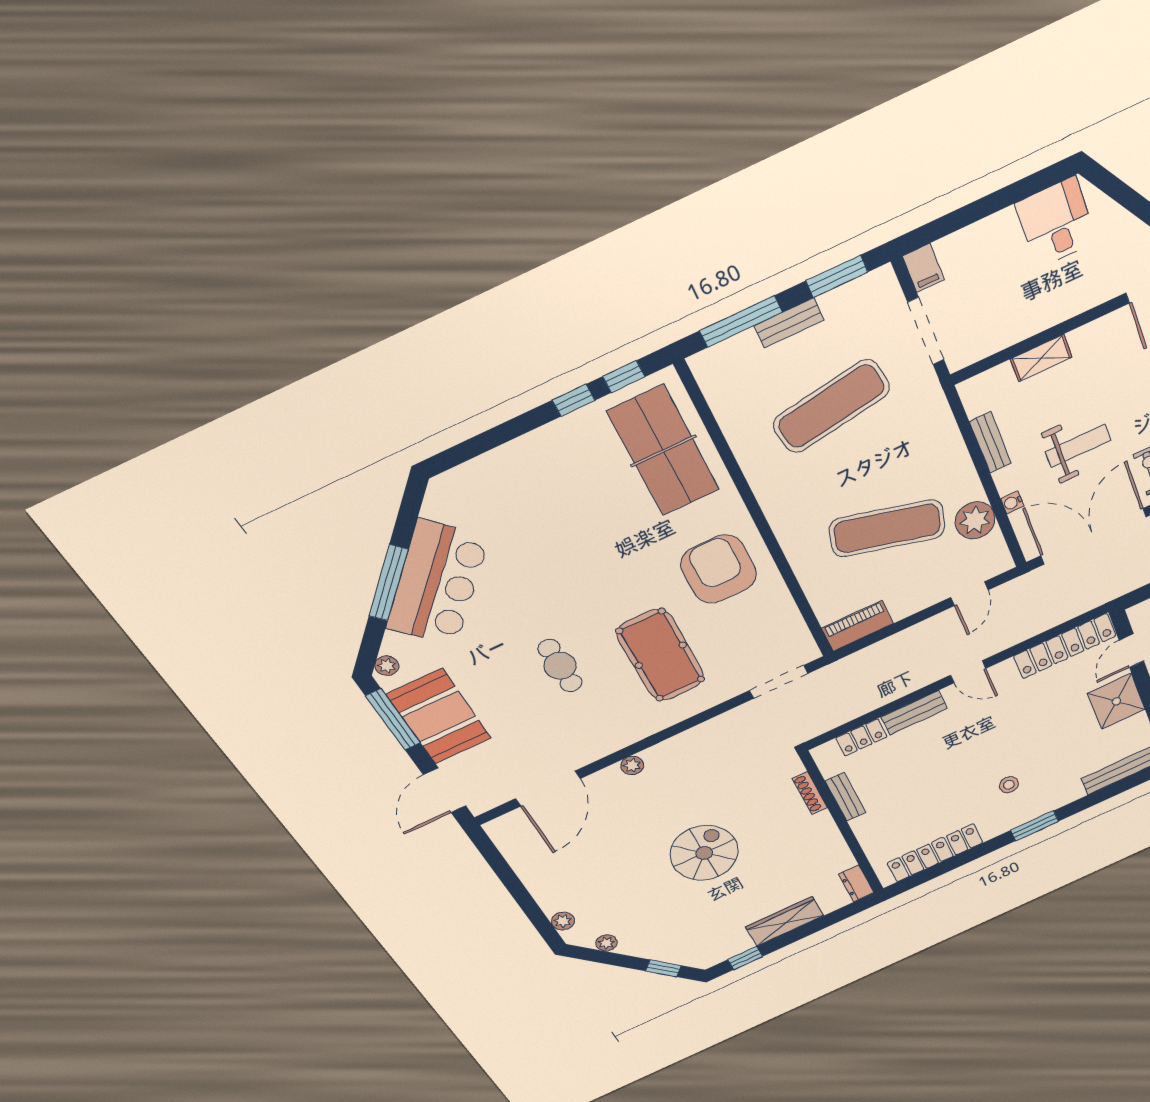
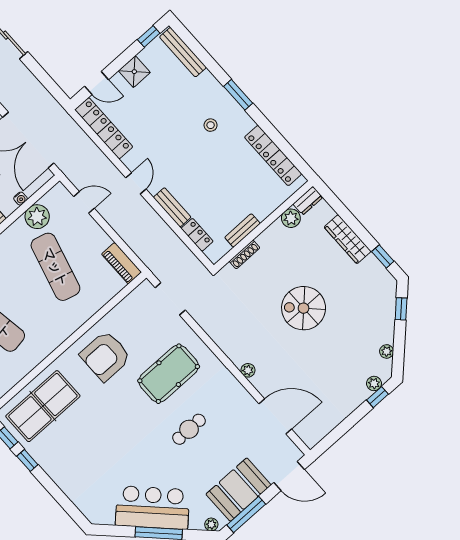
shower: (1116, 701) -> (134, 72), width x0.73, depth x0.73
plant: (840, 859) -> (291, 218), added
window: (541, 922) -> (377, 397), added

